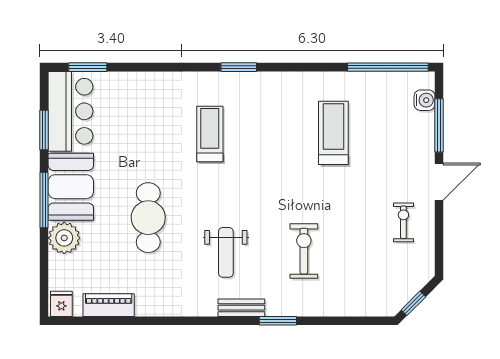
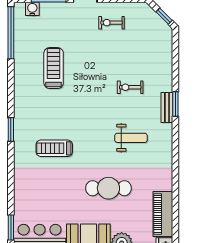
treadmill: (333, 133) -> (54, 68), turned 90
exercise bike: (304, 251) -> (130, 87), width x0.73, depth x0.72
piano: (109, 305) -> (163, 214), width x1.37, depth x1.33
bench: (241, 308) -> (167, 108), moved

